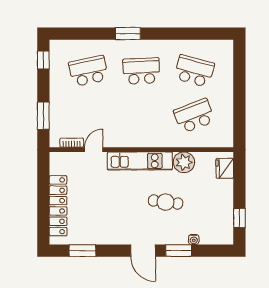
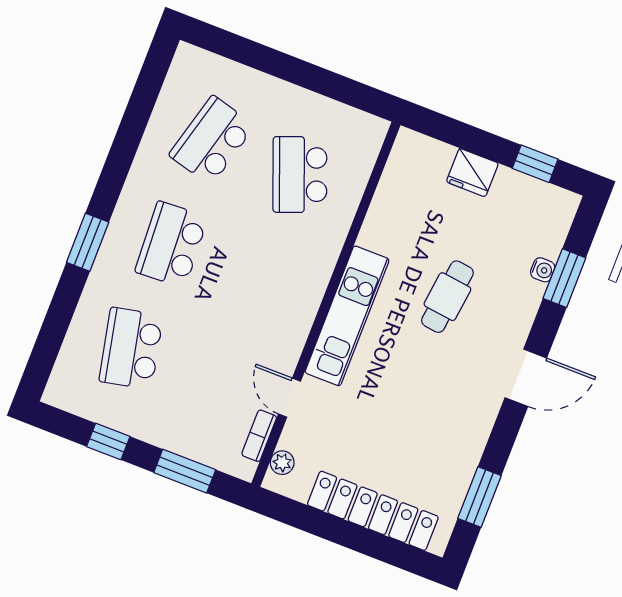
window: (43, 60) -> (108, 442), moved
plant: (184, 162) -> (282, 463), moved, width x0.53, depth x0.53
fridge: (225, 168) -> (472, 173), moved
window: (179, 251) -> (564, 278), moved

